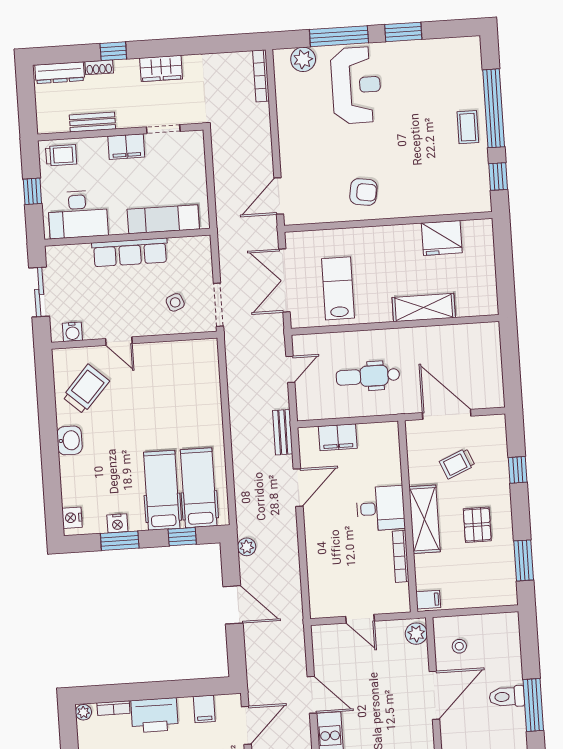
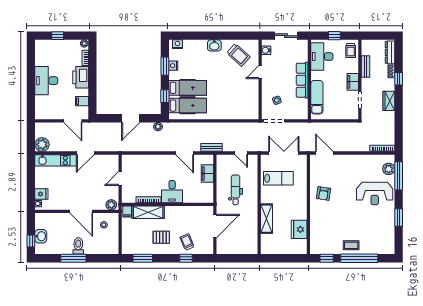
window: (339, 36) -> (399, 176), moved
trolley: (457, 464) -> (187, 242), moved
shelving: (425, 519) -> (148, 212), moved

